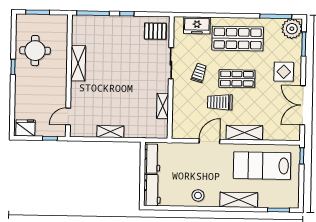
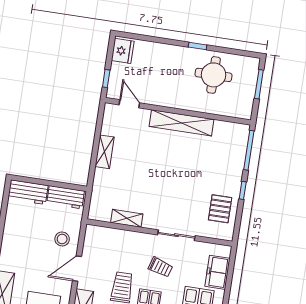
pallet: (155, 31) -> (220, 209), moved
shelving: (78, 63) -> (181, 123), width x1.47
door: (209, 141) -> (77, 269), swing flipped
stool: (198, 195) -> (62, 239), moved

